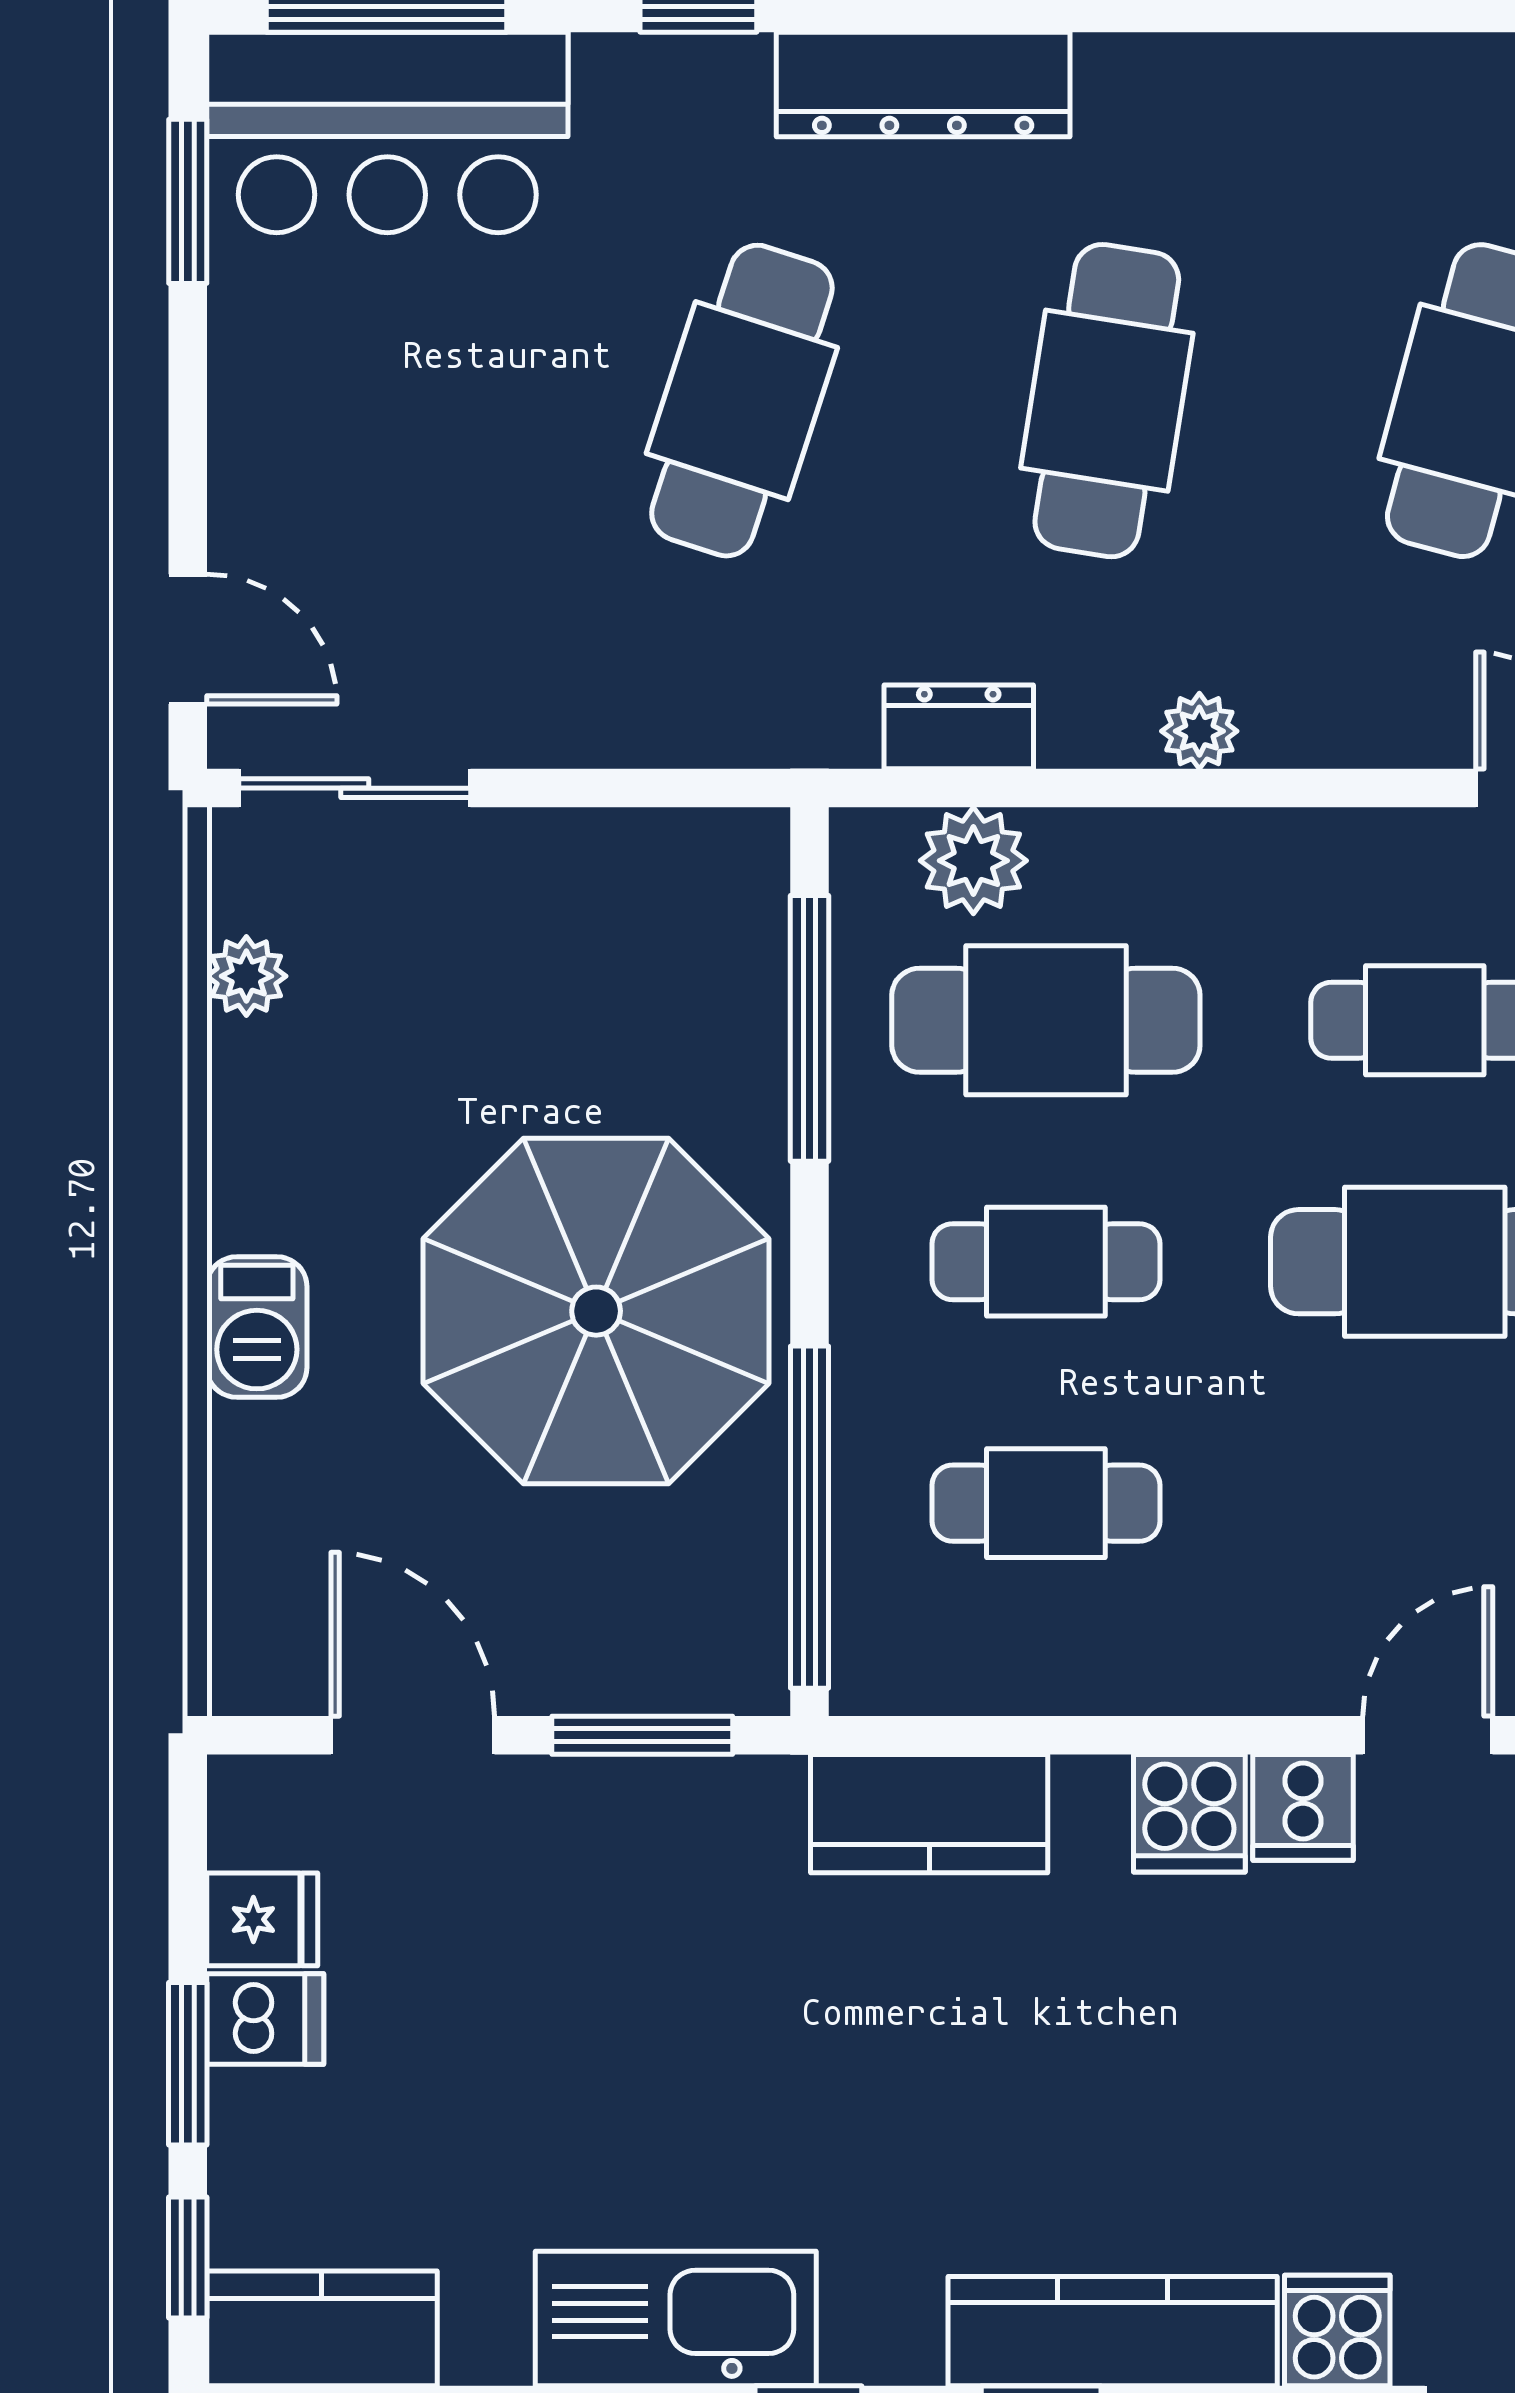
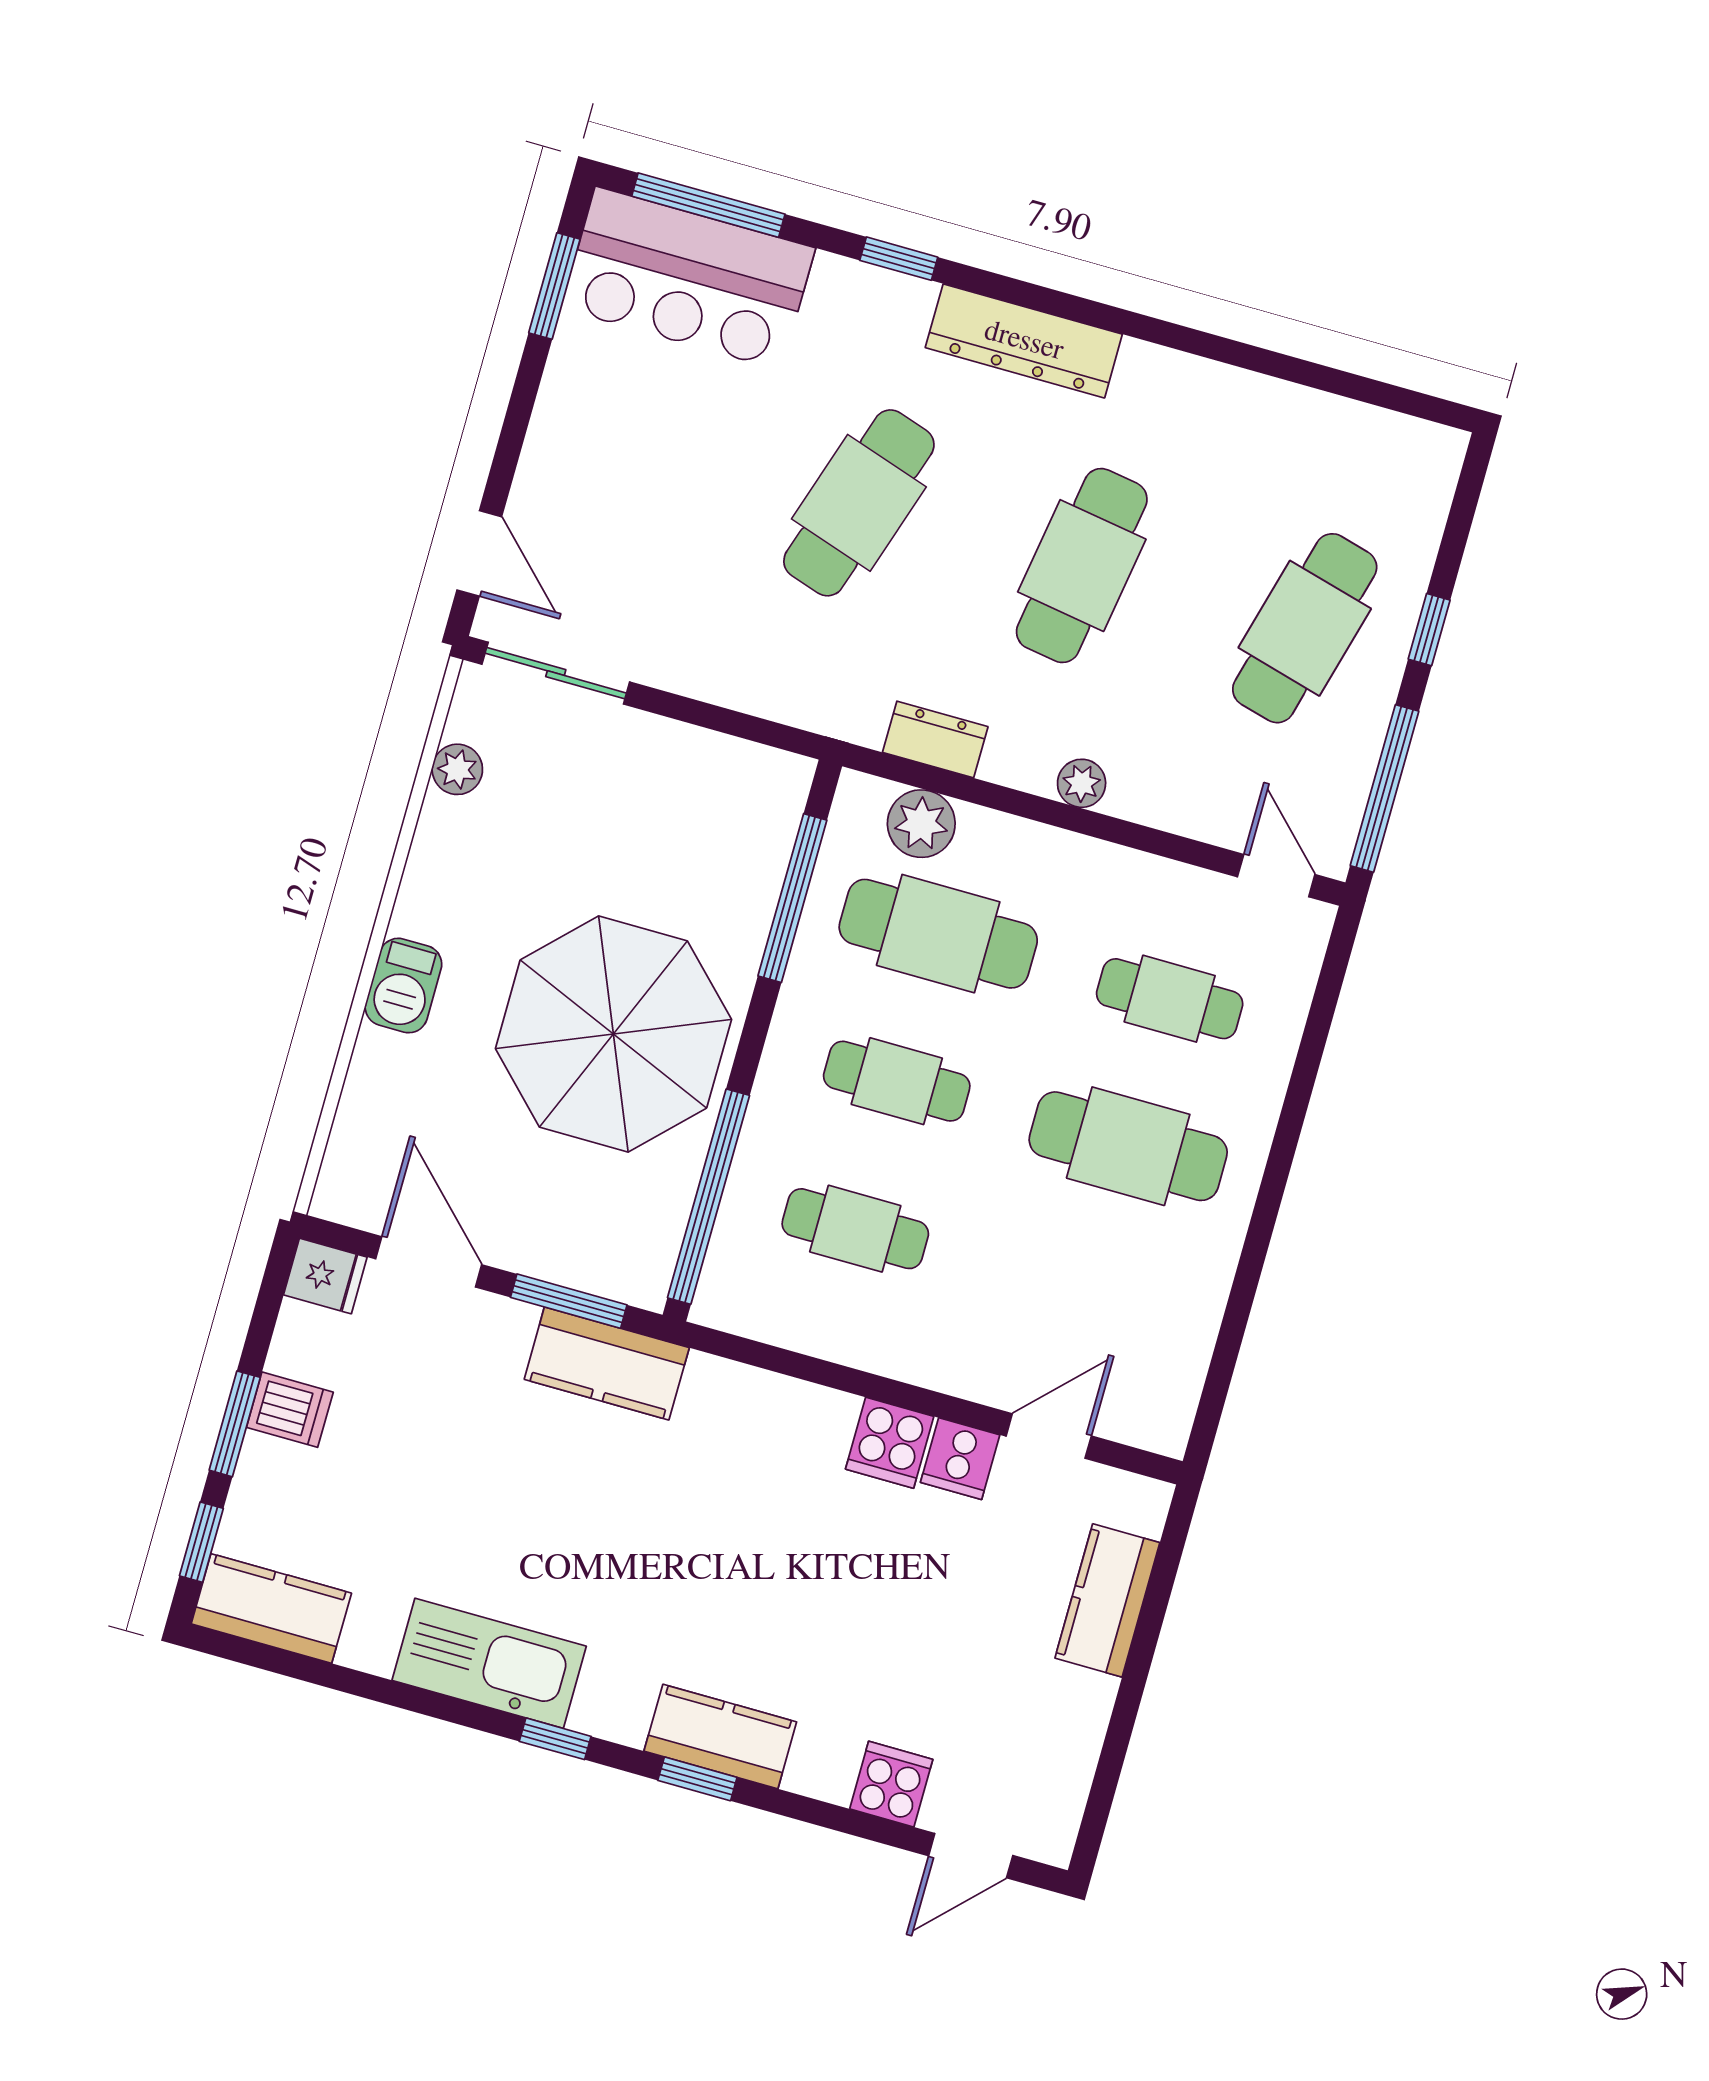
kitchen counter: (929, 1814) -> (607, 1364), moved
fridge: (262, 1919) -> (325, 1276), moved
kitchen counter: (1113, 2331) -> (720, 1737), width x0.67

